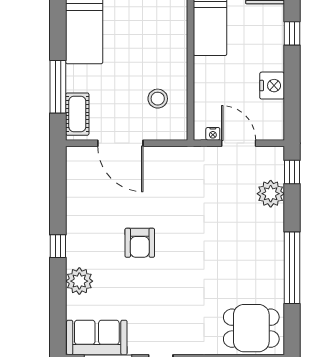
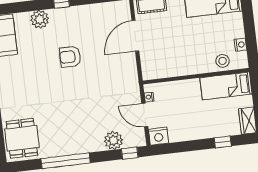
nightstand: (272, 86) -> (159, 136), moved
stool: (158, 99) -> (223, 61), moved
door: (239, 143) -> (145, 115), swing flipped

